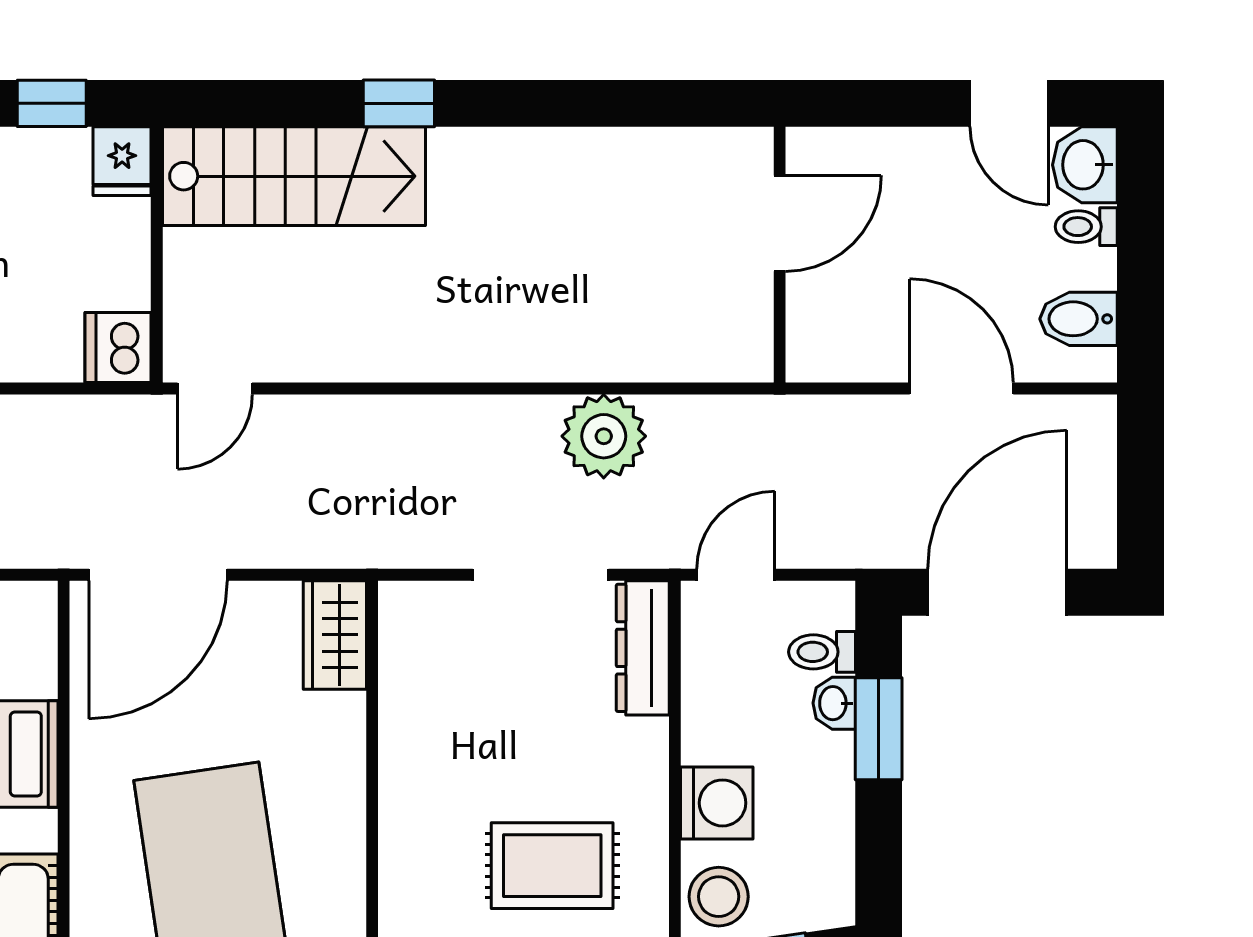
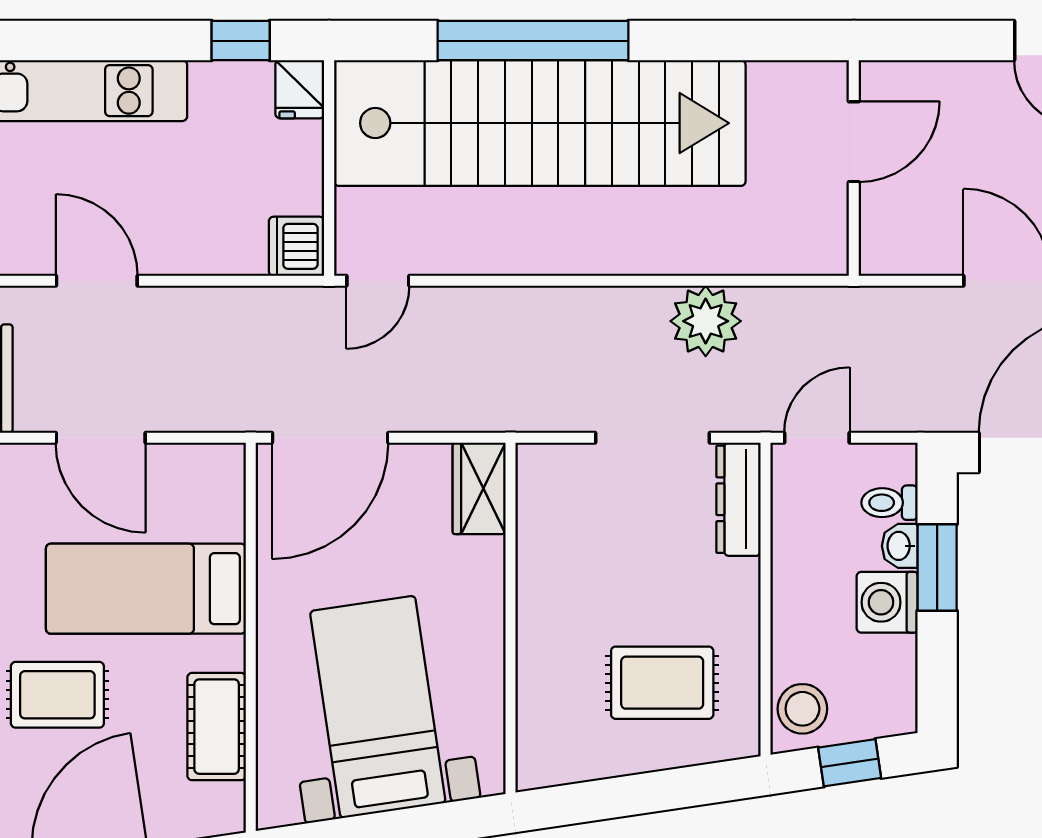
window: (399, 103) -> (533, 41), width x3.17
stairs: (294, 176) -> (540, 123), width x1.86, depth x1.51
washing machine: (717, 803) -> (887, 602), moved, turned 180

